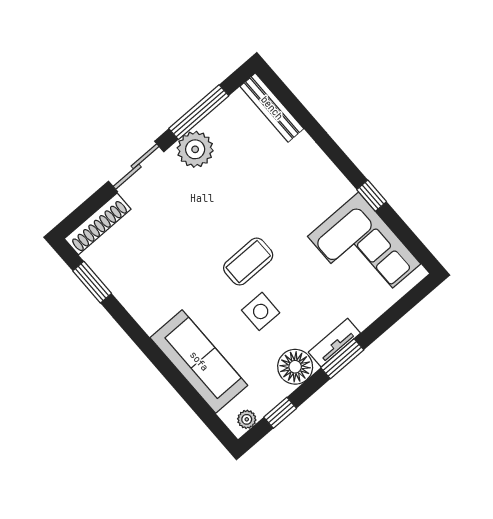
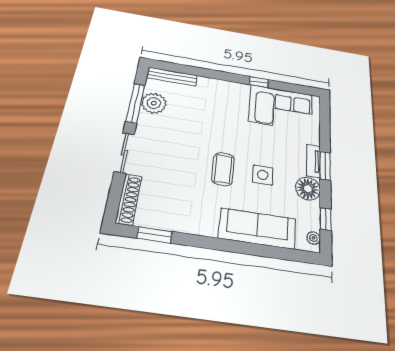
plant: (195, 149) -> (154, 103), moved
coffee table: (248, 262) -> (223, 169), moved

